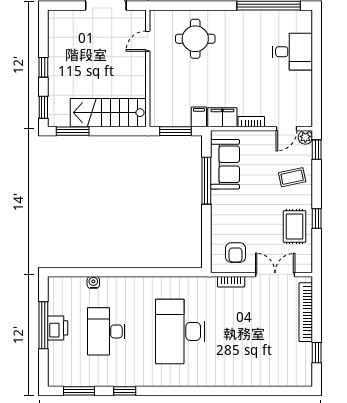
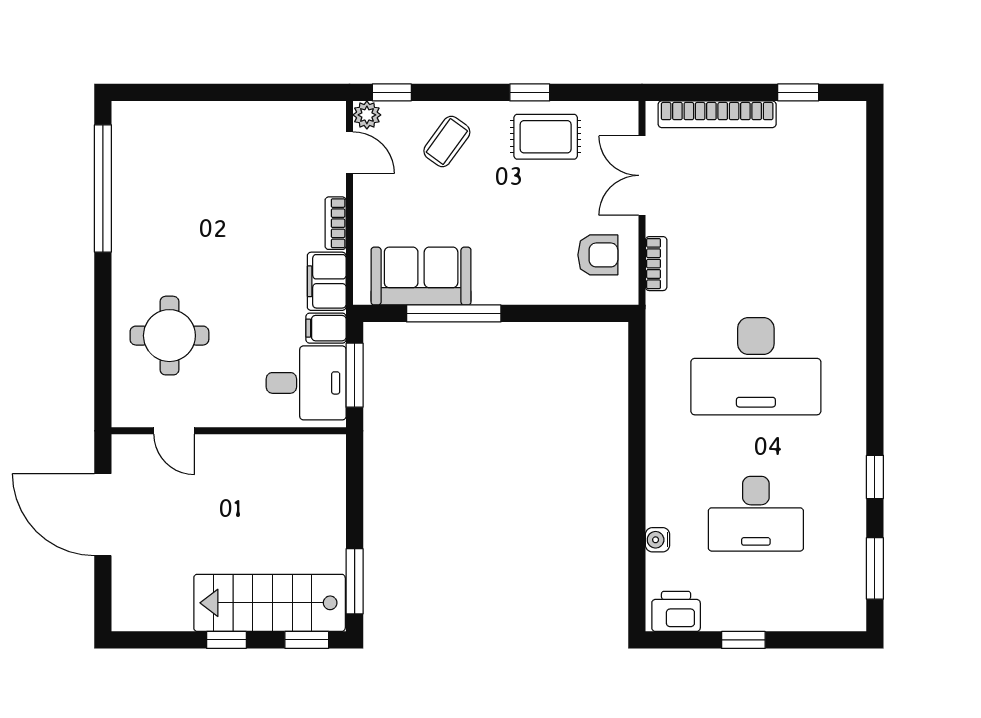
desk: (292, 52) -> (306, 383), moved, turned 90
stairs: (108, 113) -> (270, 603), moved, turned 90
coffee table: (292, 177) -> (447, 141), turned 48
window: (43, 325) -> (743, 640), width x0.46
printer: (58, 328) -> (676, 611), moved

